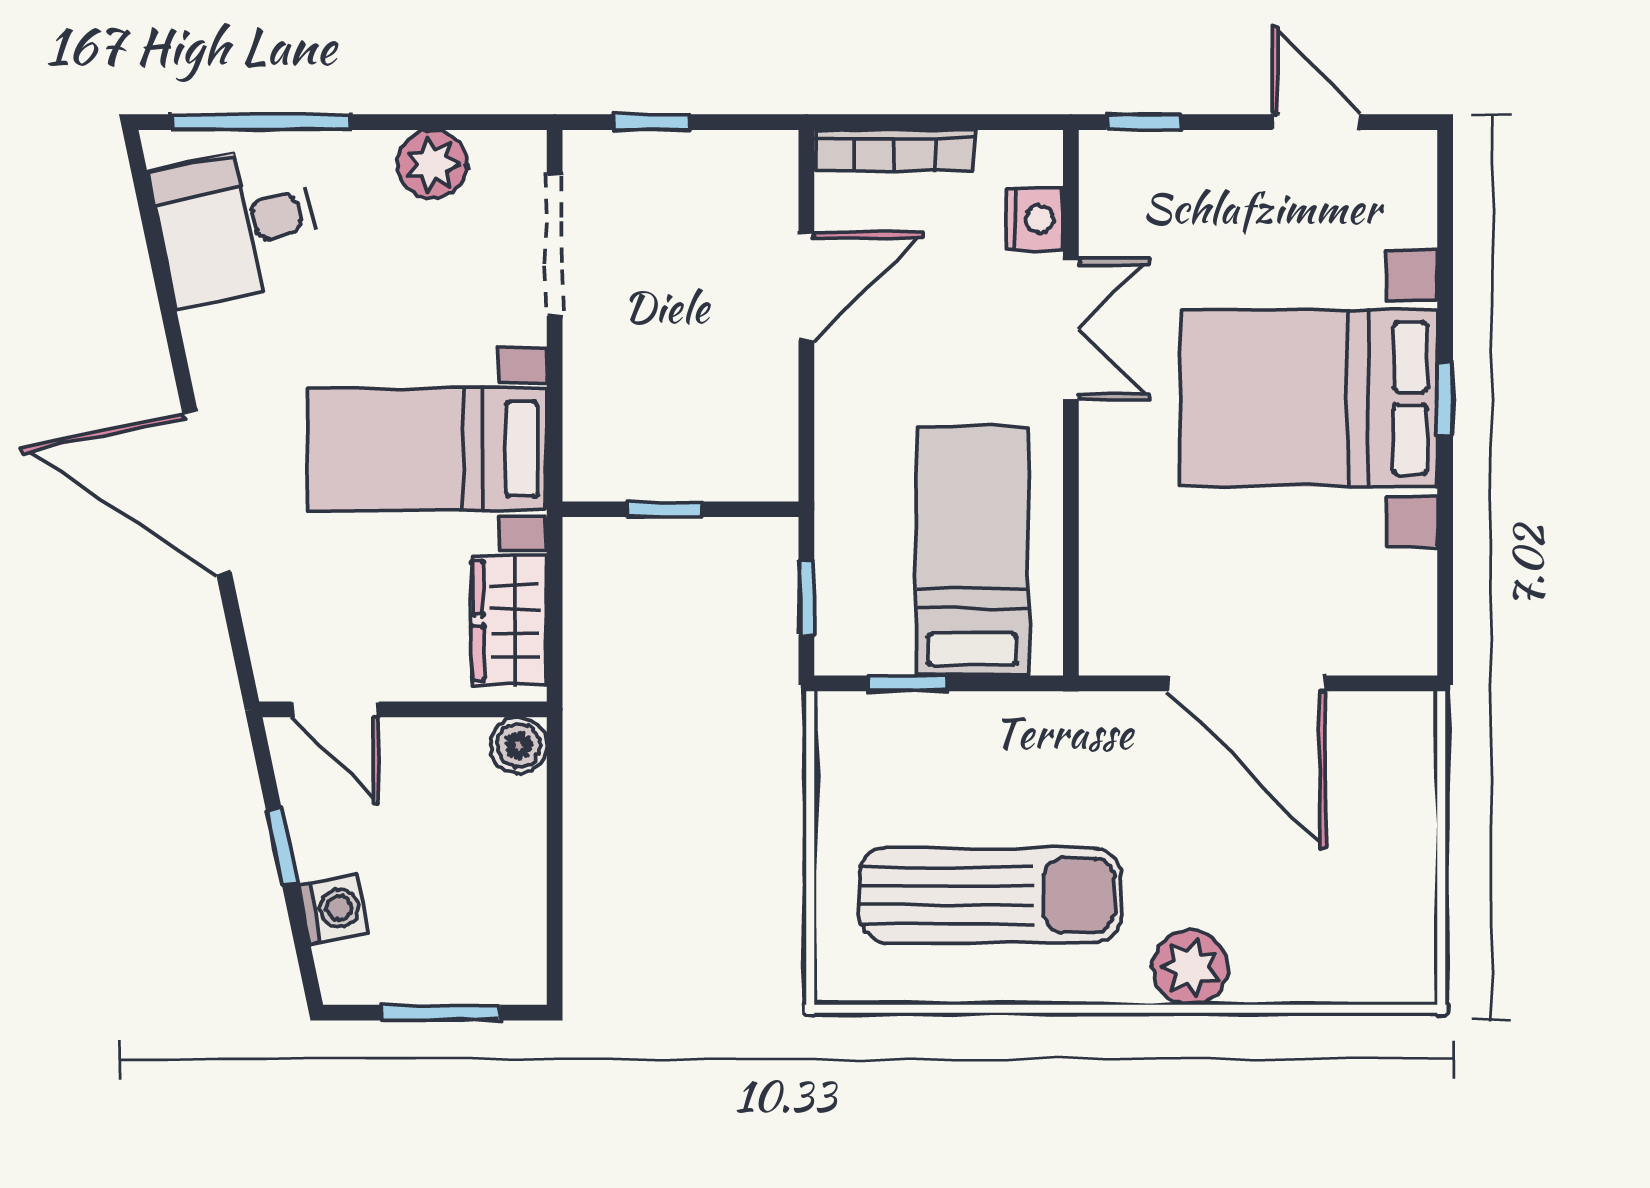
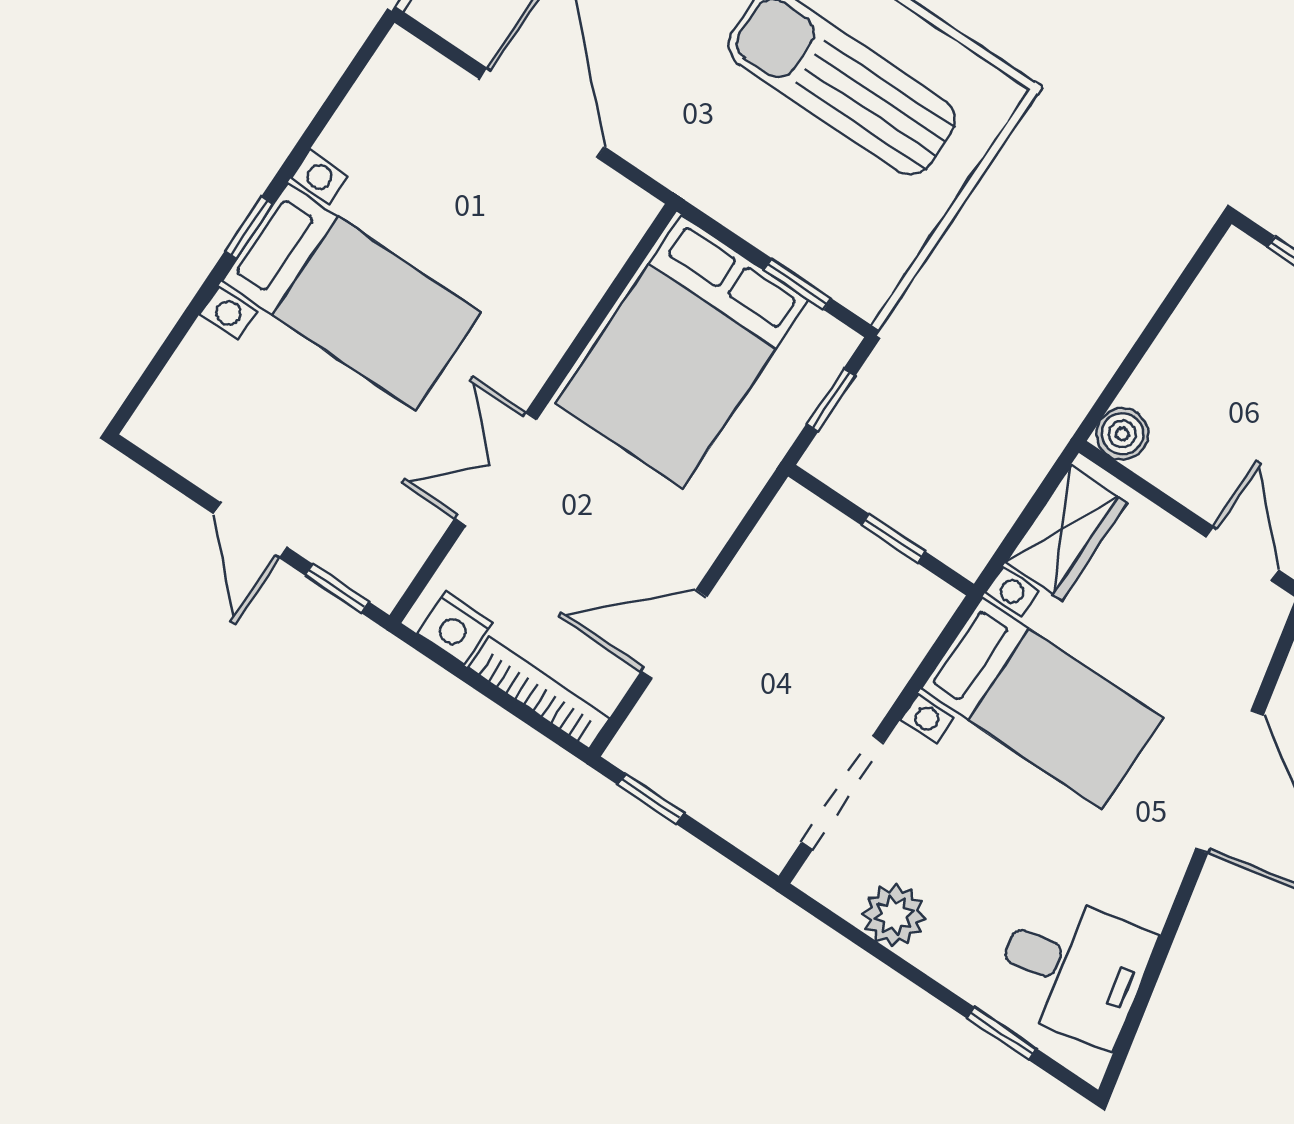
window: (261, 122) -> (1002, 1033), width x0.46
window: (651, 122) -> (651, 799), moved
door: (1316, 122) -> (250, 530), moved
nightstand: (1035, 219) -> (455, 628), moved, turned -90
bed with nightstands: (1309, 398) -> (351, 297), width x0.73
bed: (972, 551) -> (682, 352), width x1.50

